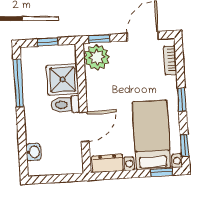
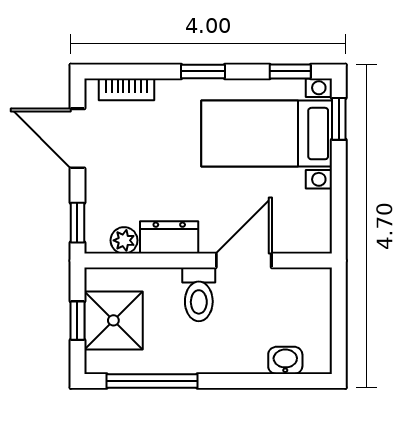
plant: (97, 57) -> (124, 240), width x0.53, depth x0.53
shower: (63, 79) -> (113, 320), moved
door: (84, 127) -> (244, 261), hinge flipped
dresser: (108, 163) -> (169, 237), moved, turned 90

